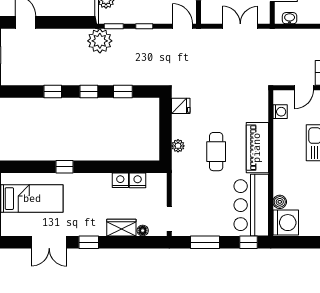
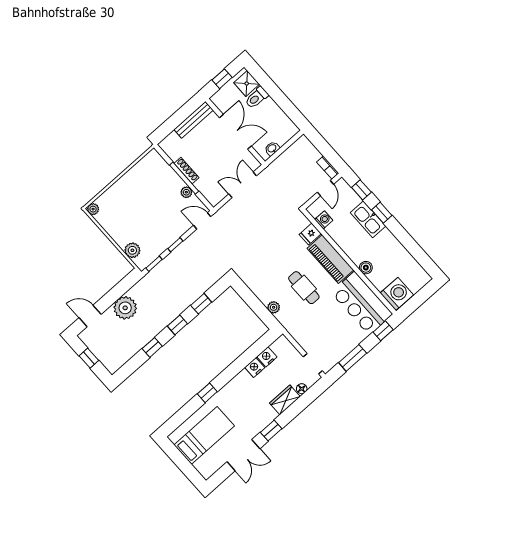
plant: (100, 41) -> (125, 308), moved
fridge: (181, 106) -> (310, 234), moved, turned 180
boiler: (280, 202) -> (366, 268), moved

